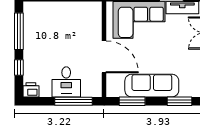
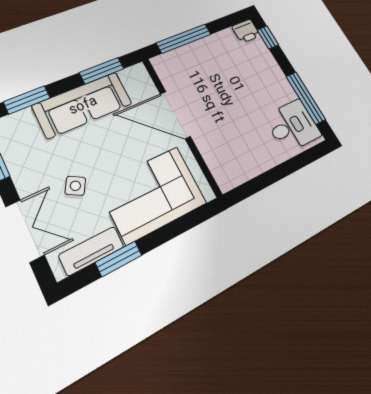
side table: (175, 43) -> (75, 186), added
window: (19, 67) -> (268, 37), moved
desk: (66, 82) -> (292, 126), moved, turned 90

